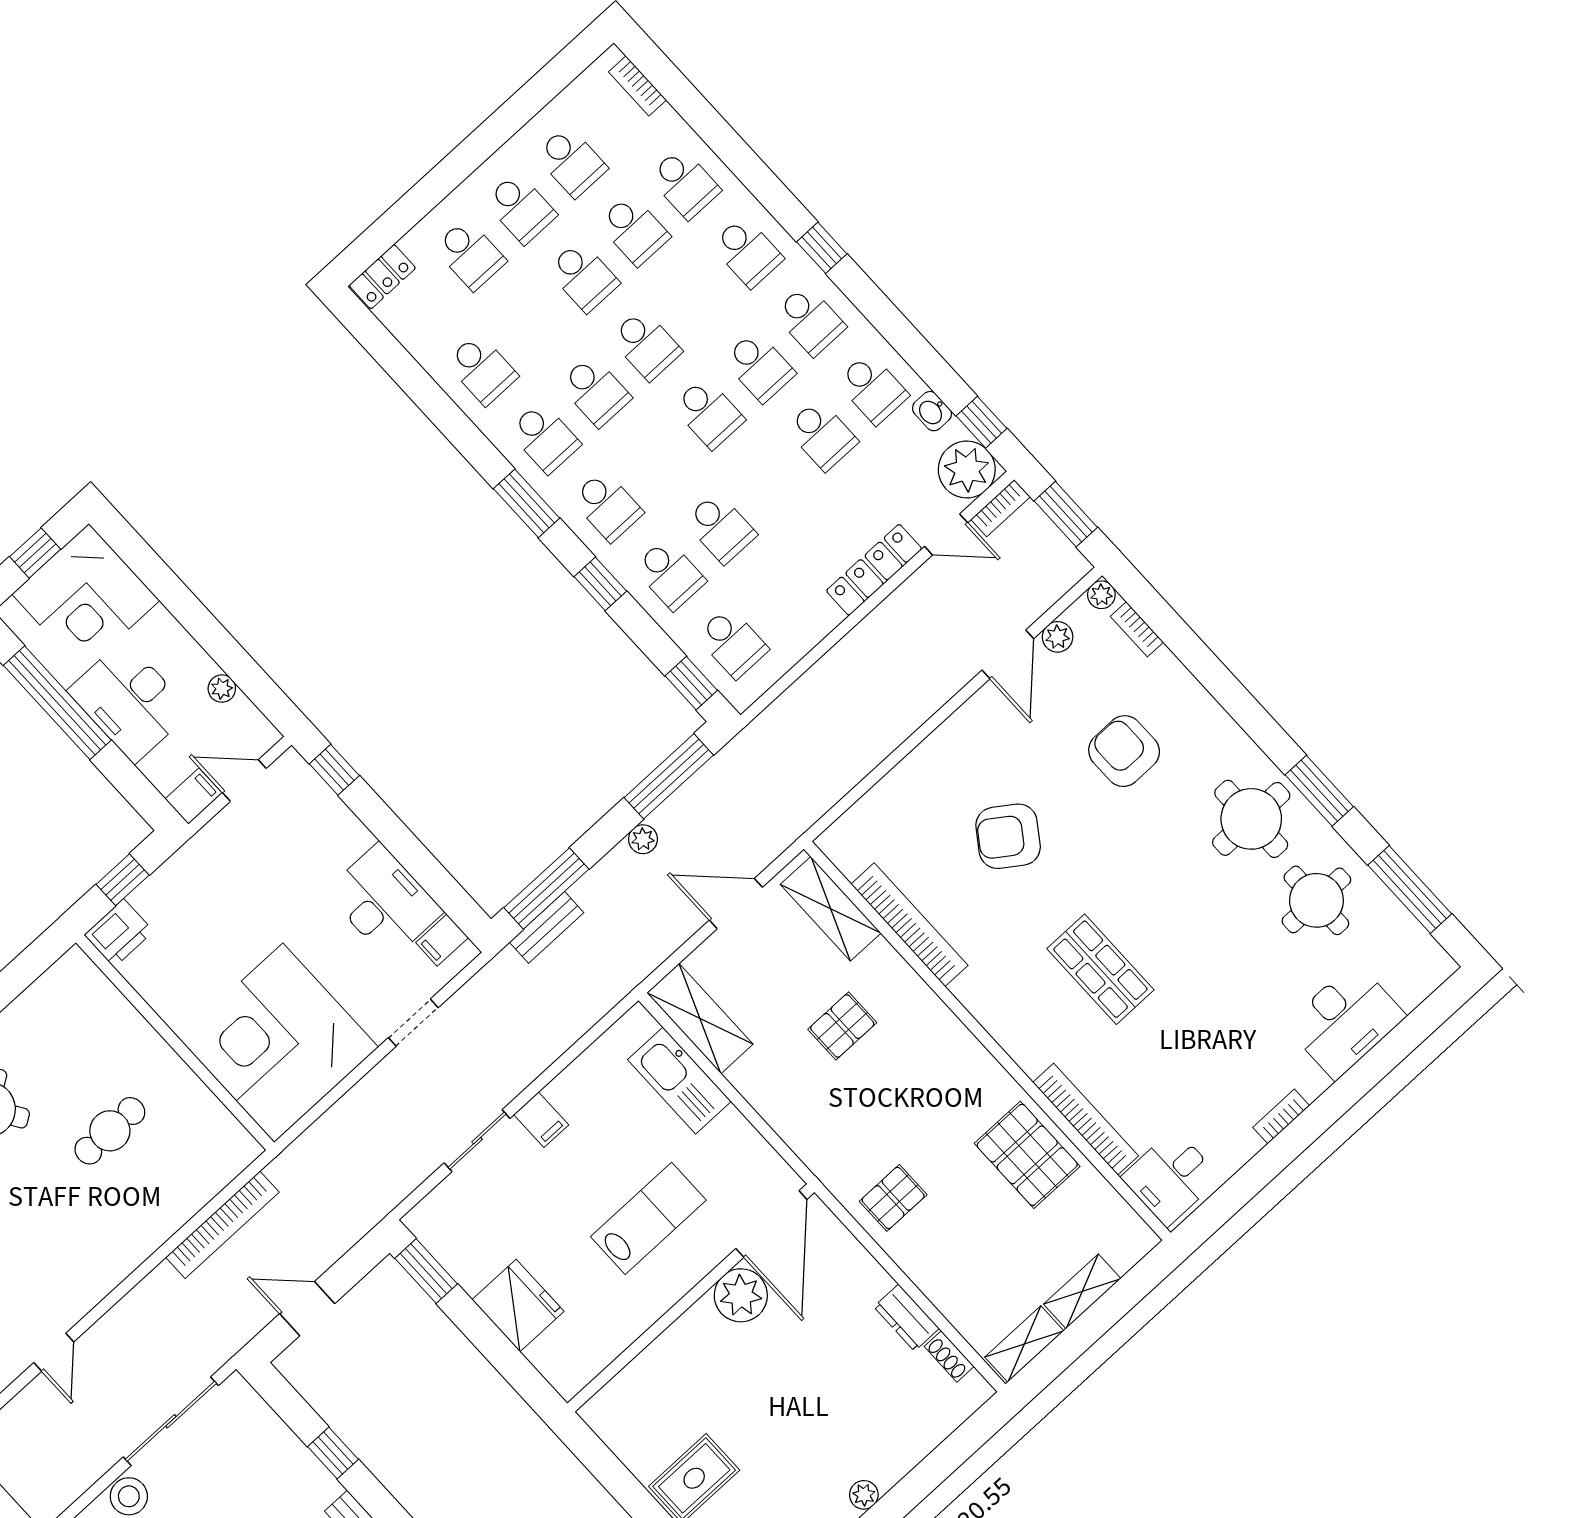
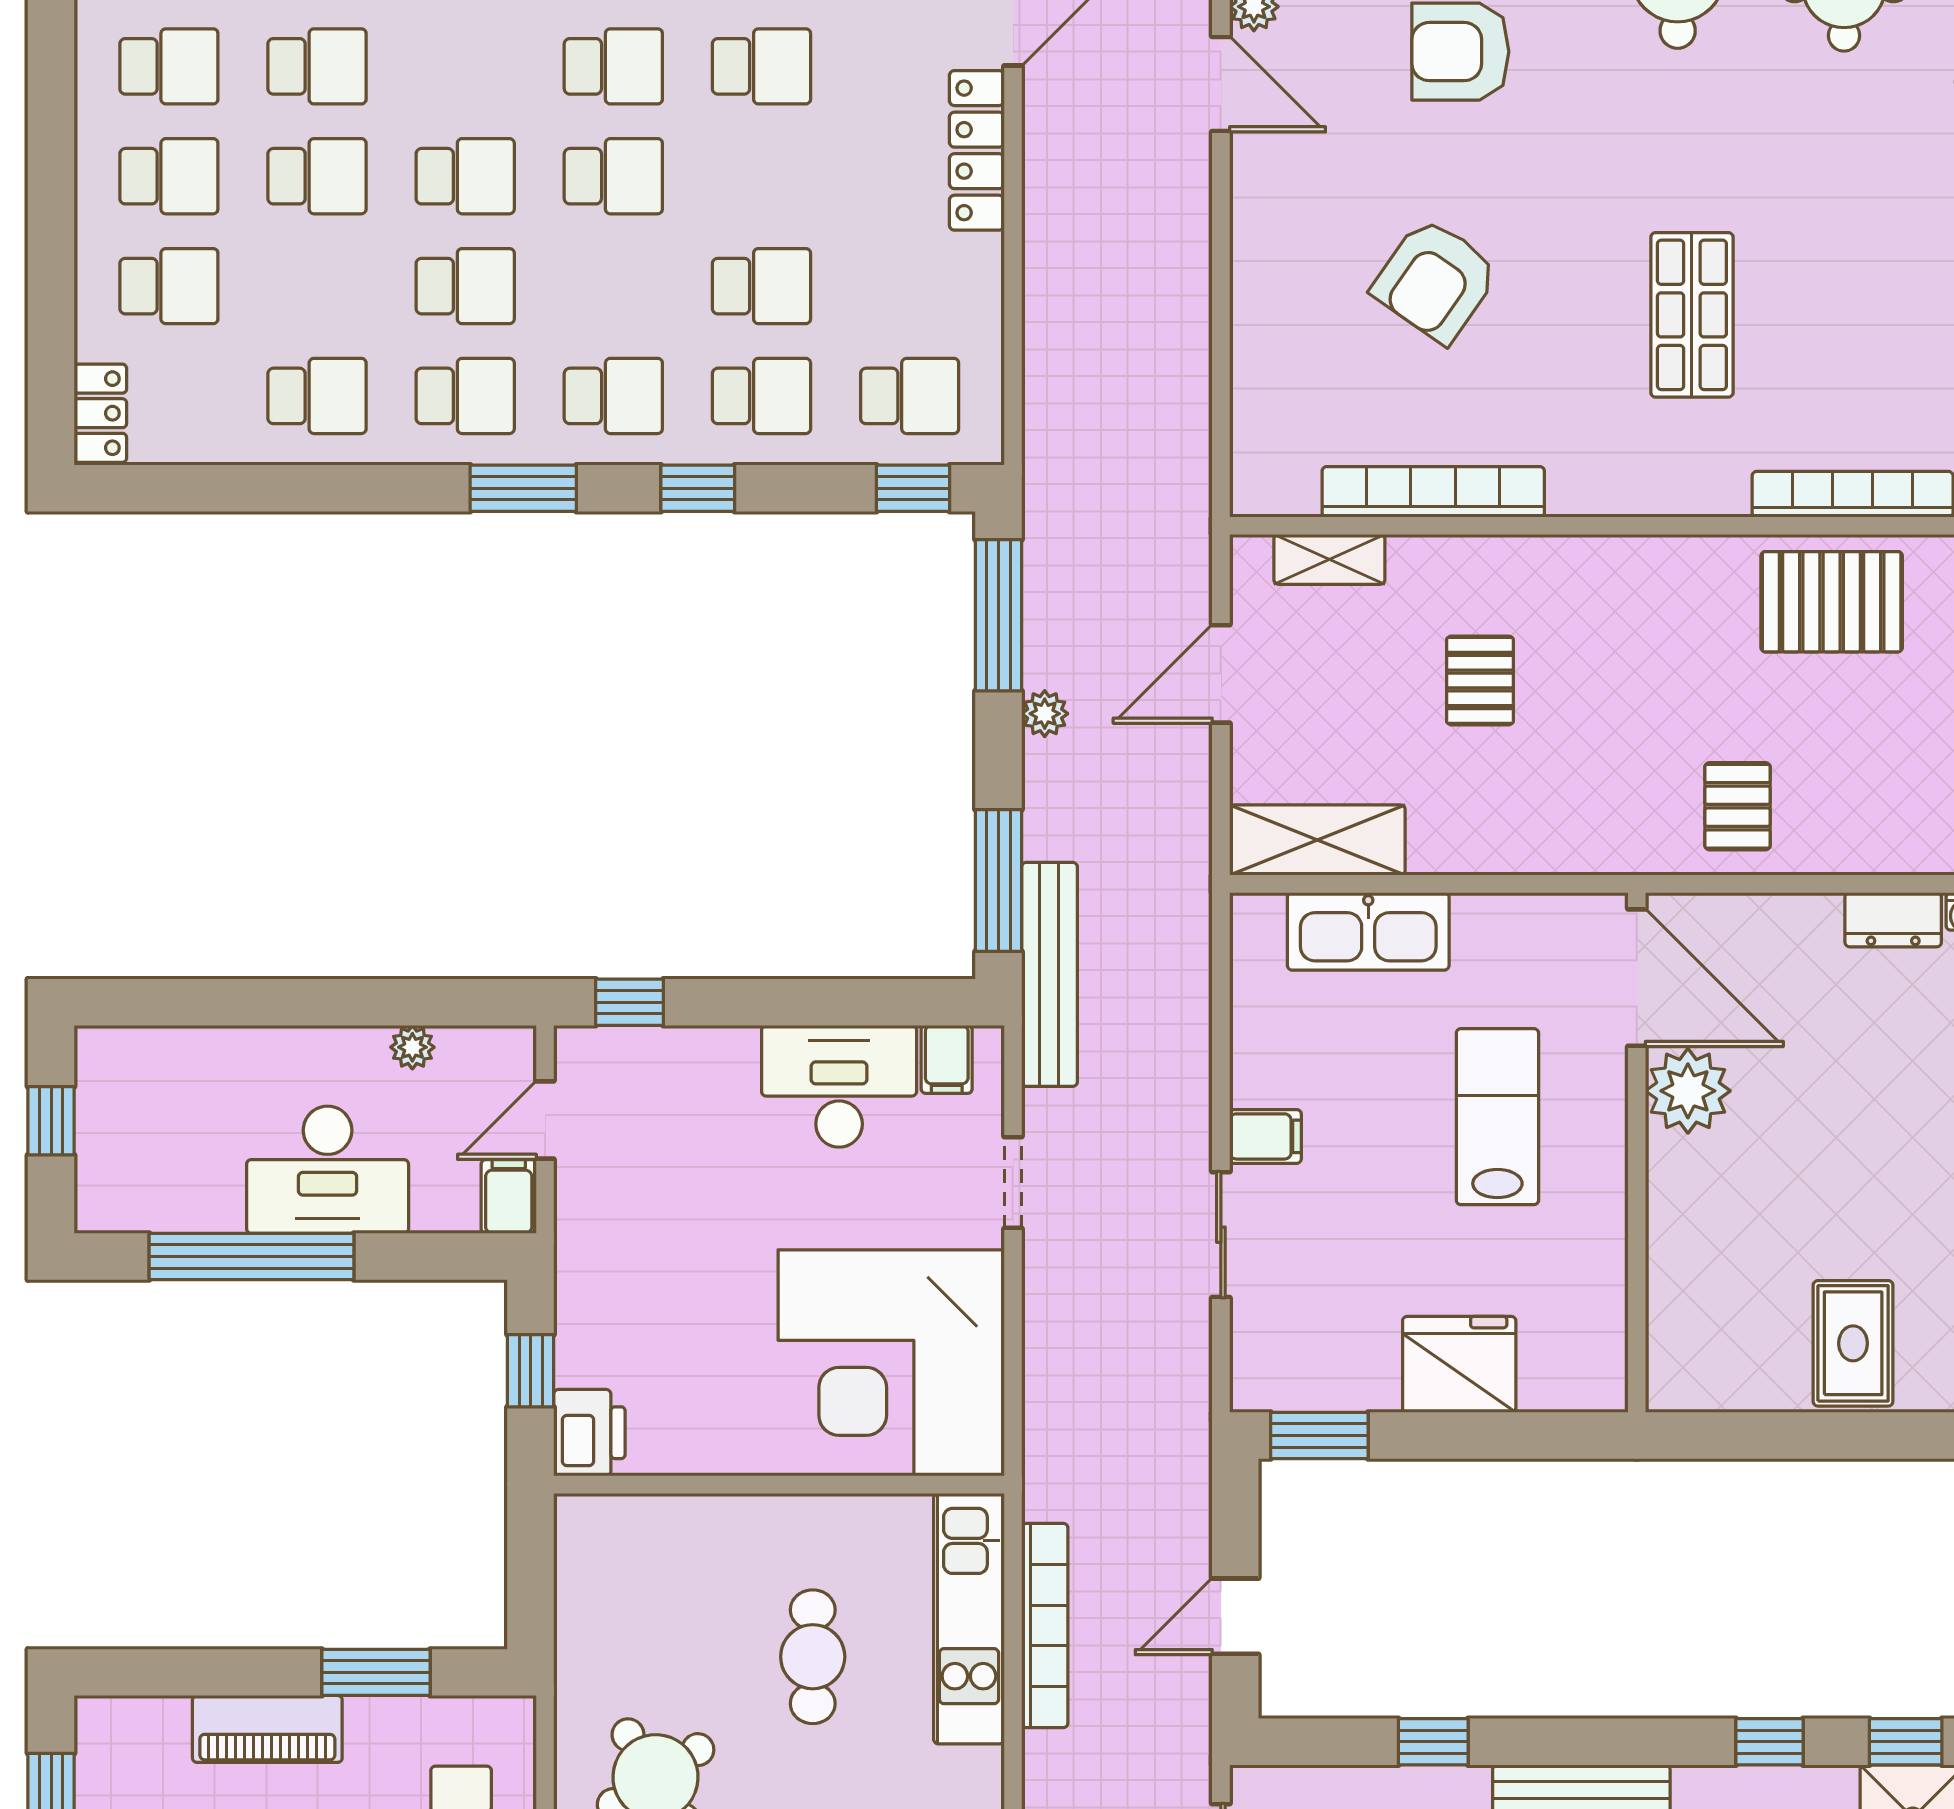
corner desk: (86, 597) -> (158, 1109), removed
shelving: (831, 909) -> (1329, 559), width x0.67, depth x0.75
bench: (547, 927) -> (1049, 974), width x1.86, depth x1.21
shop shelf: (1100, 969) -> (1692, 315), turned 90
kitchen unit: (194, 1187) -> (969, 1619), added

